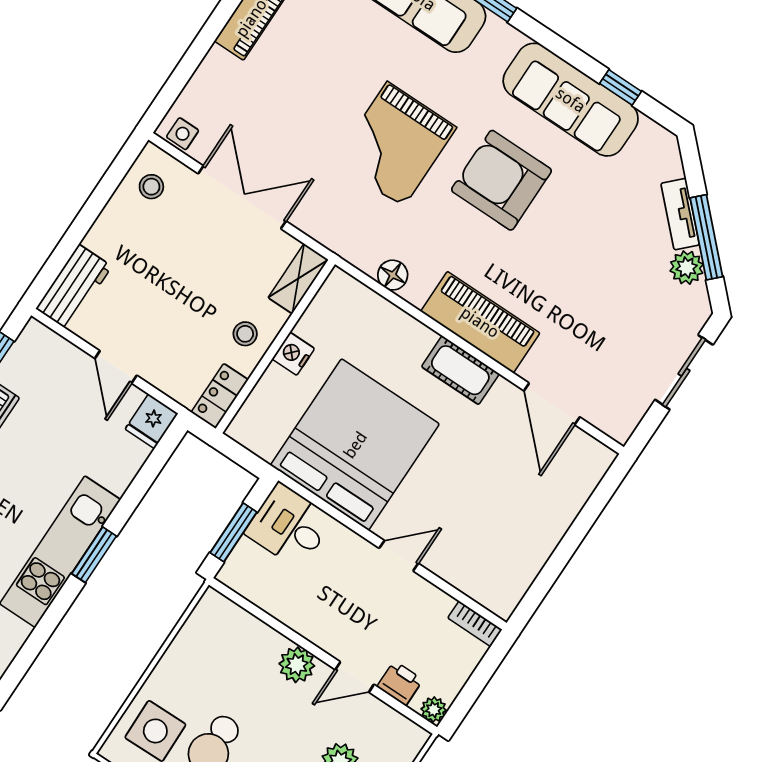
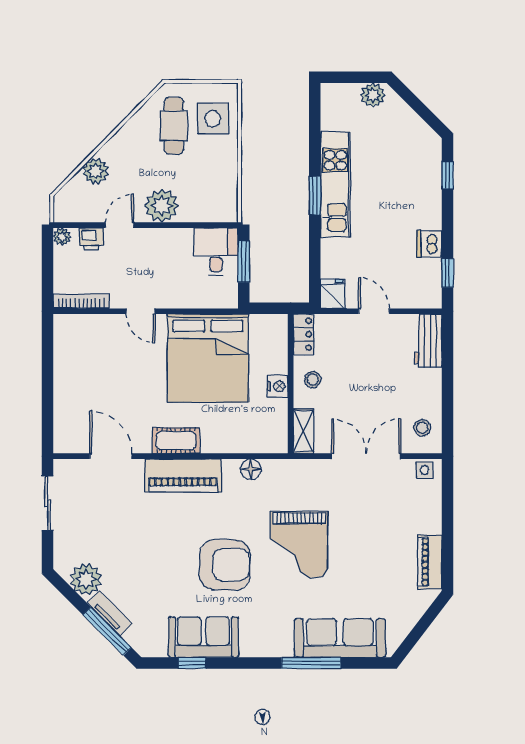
sofa: (571, 100) -> (203, 637), width x0.73
grand piano: (395, 144) -> (299, 545), turned 180
double door: (242, 197) -> (366, 456), swing flipped
window: (706, 237) -> (107, 631), moved
plant: (687, 268) -> (86, 579), width x1.36, depth x1.36
sliding door: (684, 372) -> (48, 503), moved
desk: (289, 526) -> (216, 252), moved, turned -90
door: (399, 556) -> (140, 311), hinge flipped
bookcase: (475, 624) -> (81, 301), width x1.56
plant: (297, 665) -> (162, 206), width x1.36, depth x1.36

